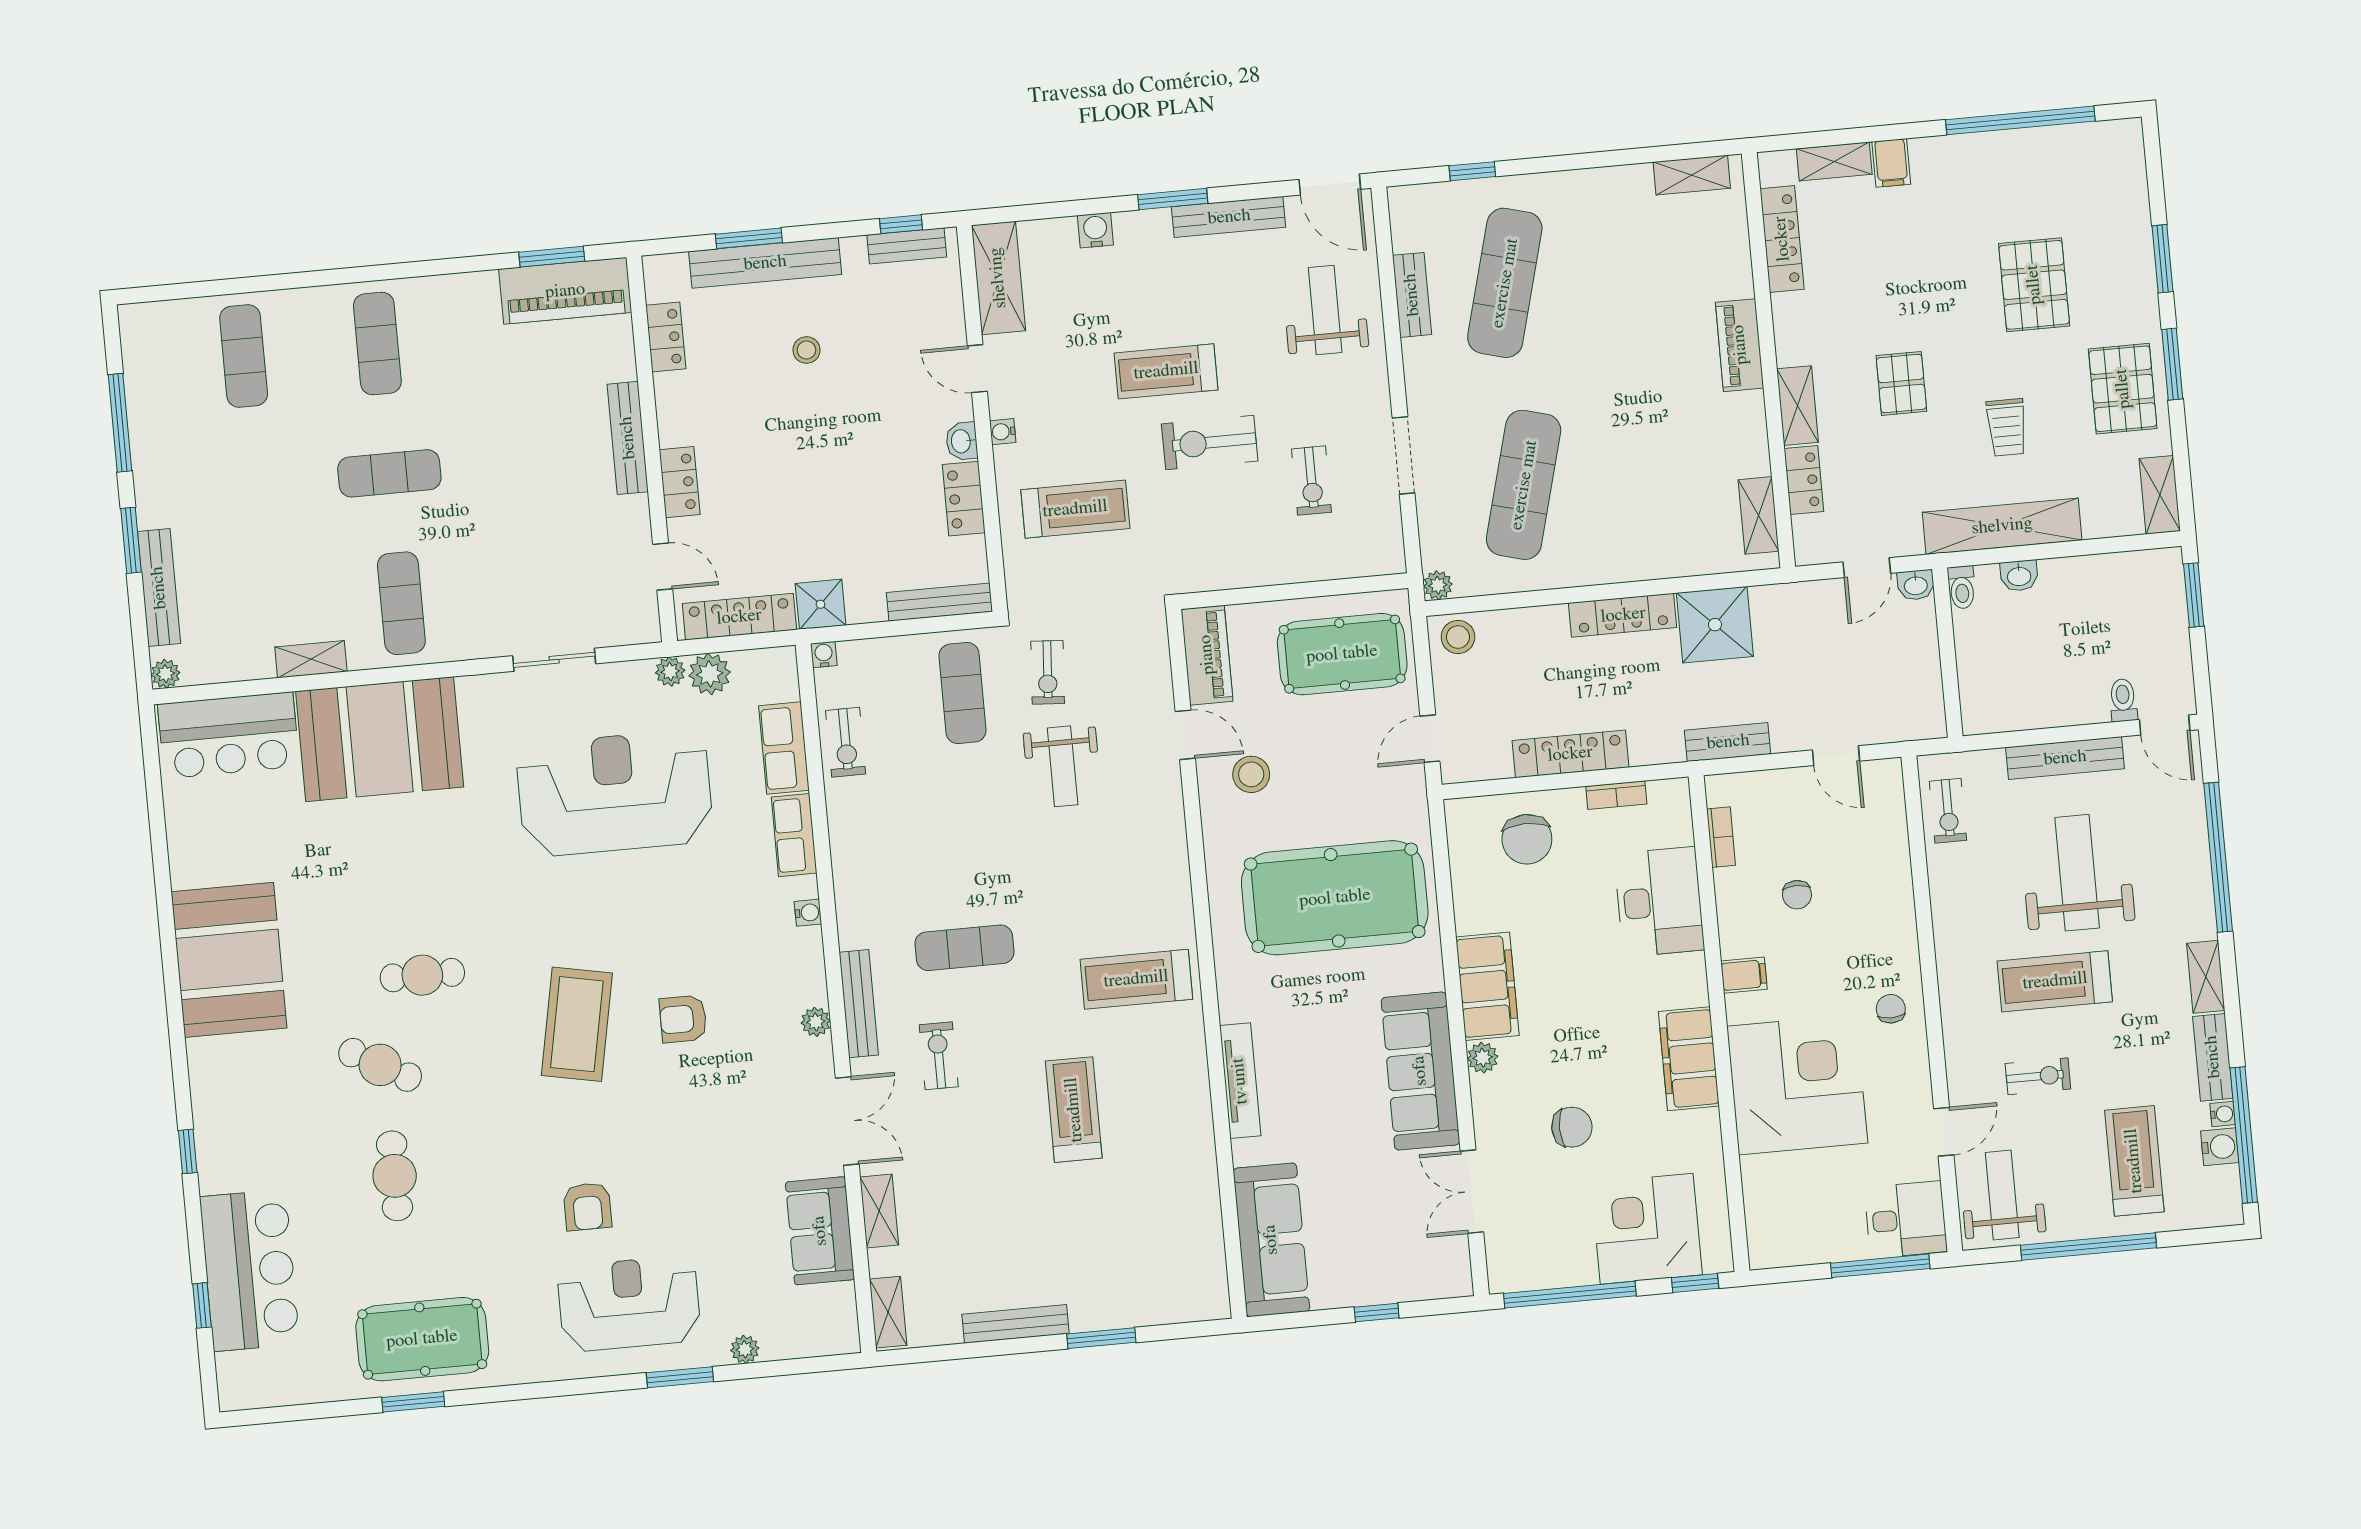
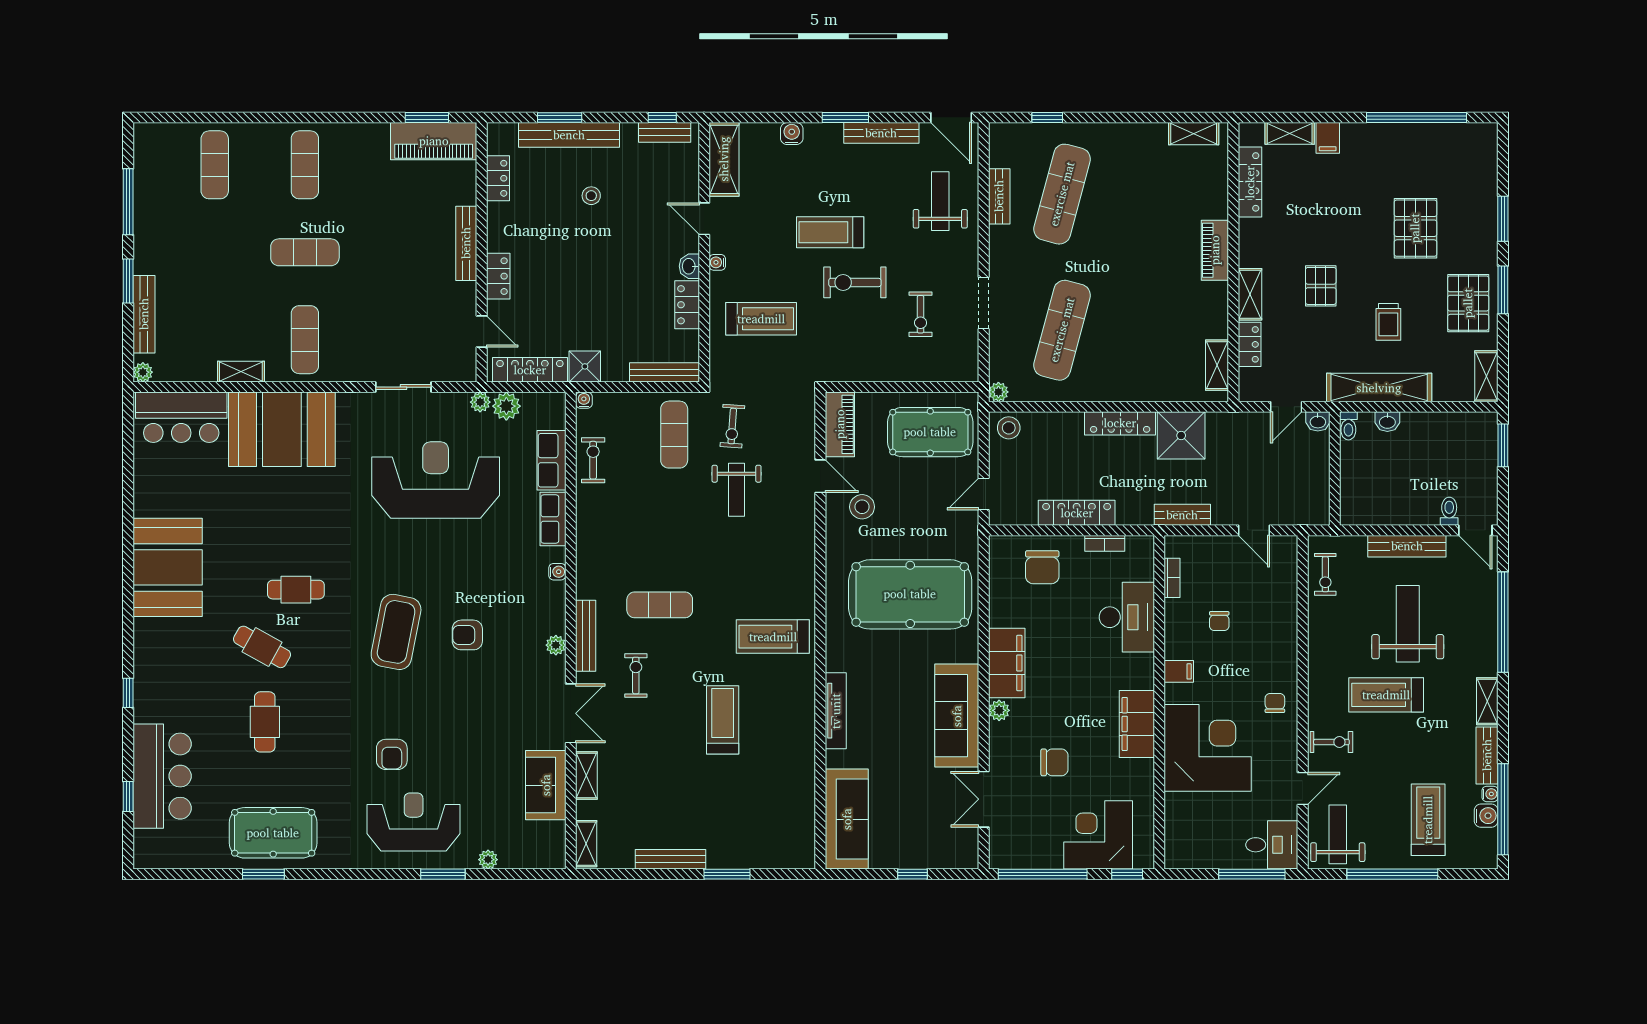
exercise bike: (846, 742) -> (593, 460), turned 180
exercise bike: (2038, 1076) -> (1331, 742), moved

